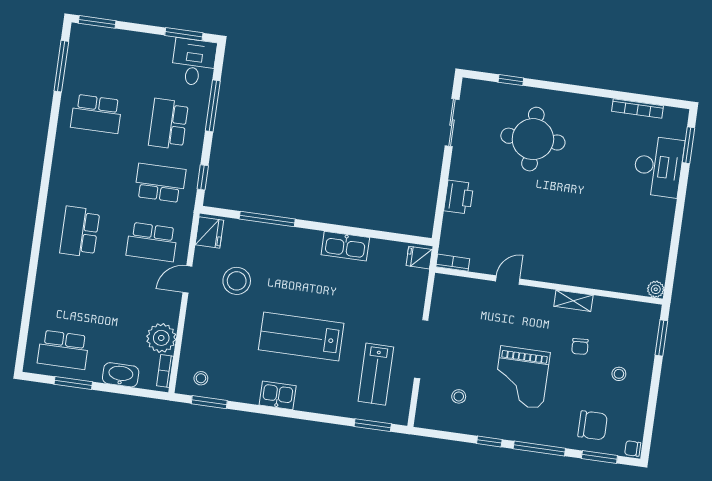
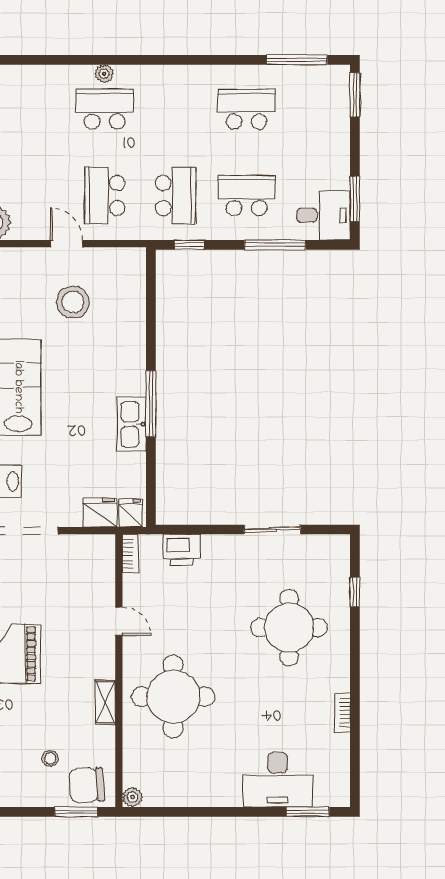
bookcase: (638, 108) -> (342, 713), moved, width x0.64
school desk: (96, 114) -> (247, 109), turned 90
sliding door: (452, 123) -> (272, 529), moved
printer: (459, 197) -> (182, 550), moved
window: (267, 219) -> (151, 404), moved
plant: (50, 228) -> (104, 74), added
fridge: (209, 232) -> (100, 513), moved, turned 180
round table: (577, 244) -> (173, 697), added
chair: (580, 346) -> (87, 785), moved, width x1.87, depth x1.87
stool: (619, 374) -> (50, 758), moved

